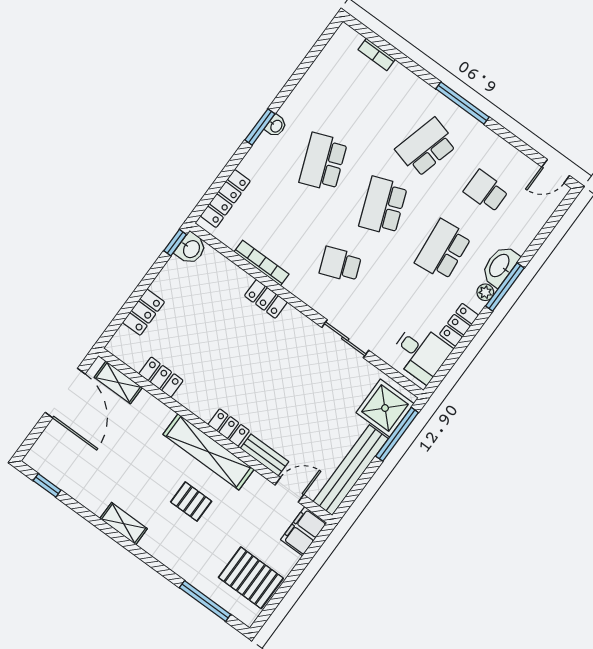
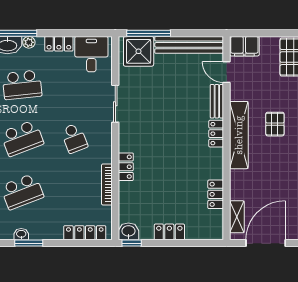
locker: (144, 312) -> (169, 232), moved

